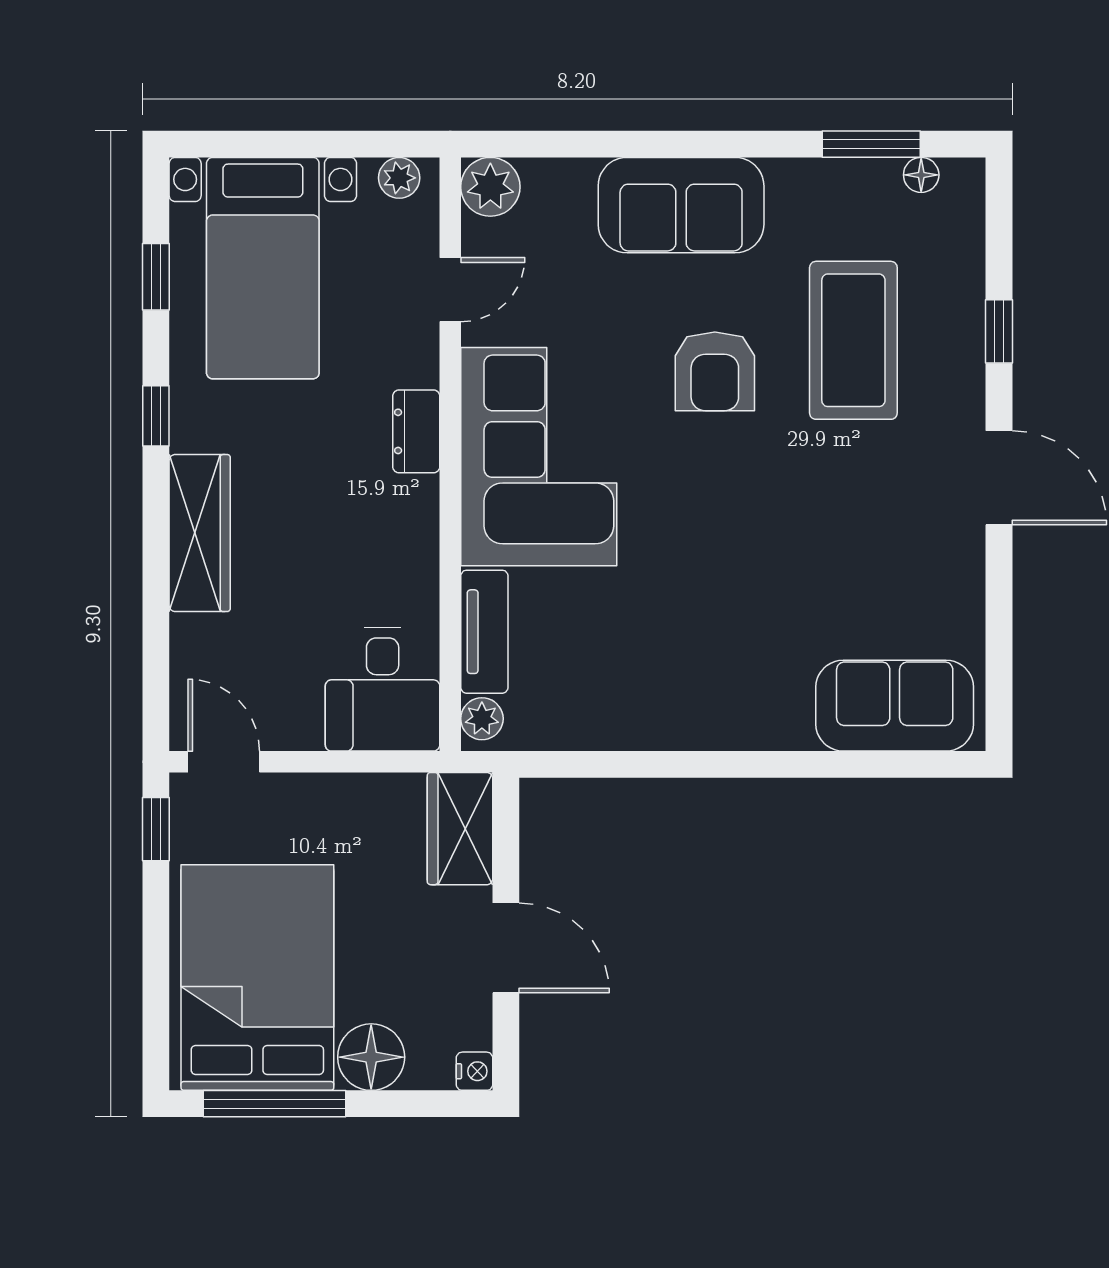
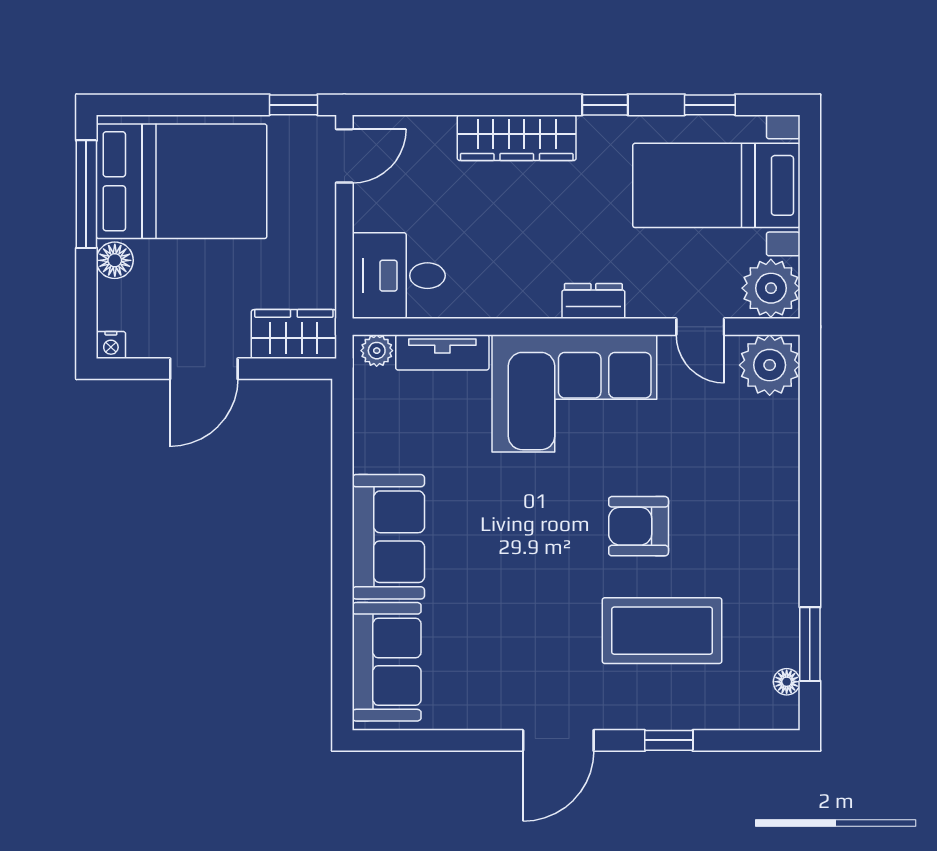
plant: (399, 178) -> (771, 288), width x1.88, depth x1.88
plant: (490, 187) -> (770, 365), width x1.36, depth x1.36
sofa: (681, 205) -> (388, 537), moved, turned 180
floor lamp: (371, 1057) -> (115, 260), width x0.73, depth x0.73

